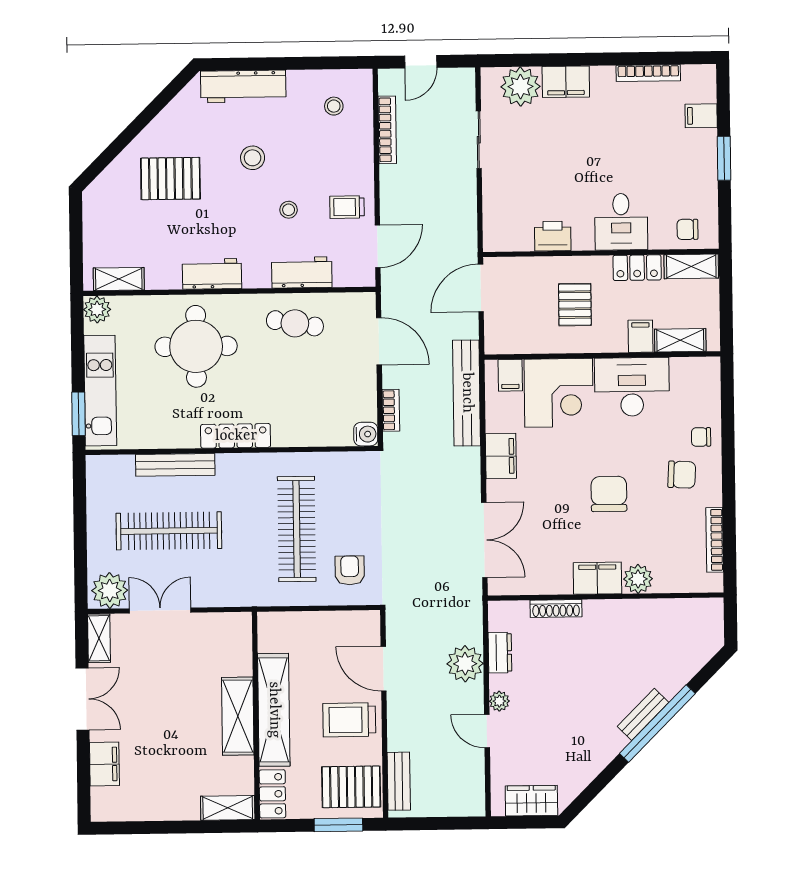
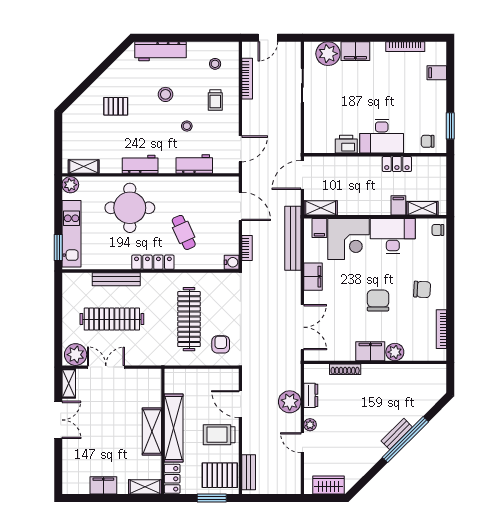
window: (724, 158) -> (450, 126), moved
pallet: (170, 179) -> (116, 106), width x0.67, depth x0.71
trolley: (347, 207) -> (215, 100), moved, turned -90
desk: (621, 222) -> (382, 136), width x1.37
shelving: (691, 266) -> (321, 208), moved
pallet: (575, 305) -> (359, 186), removed
cafe table: (295, 323) -> (184, 232), moved, turned 56
chair: (701, 437) -> (438, 230), moved
filing cabinet: (104, 764) -> (103, 485), moved, turned -90

